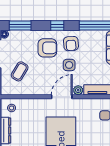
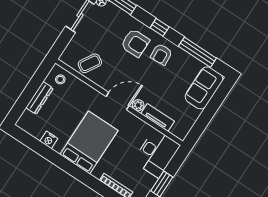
side table: (69, 65) -> (146, 74), removed
coffee table: (20, 71) -> (90, 63), moved

